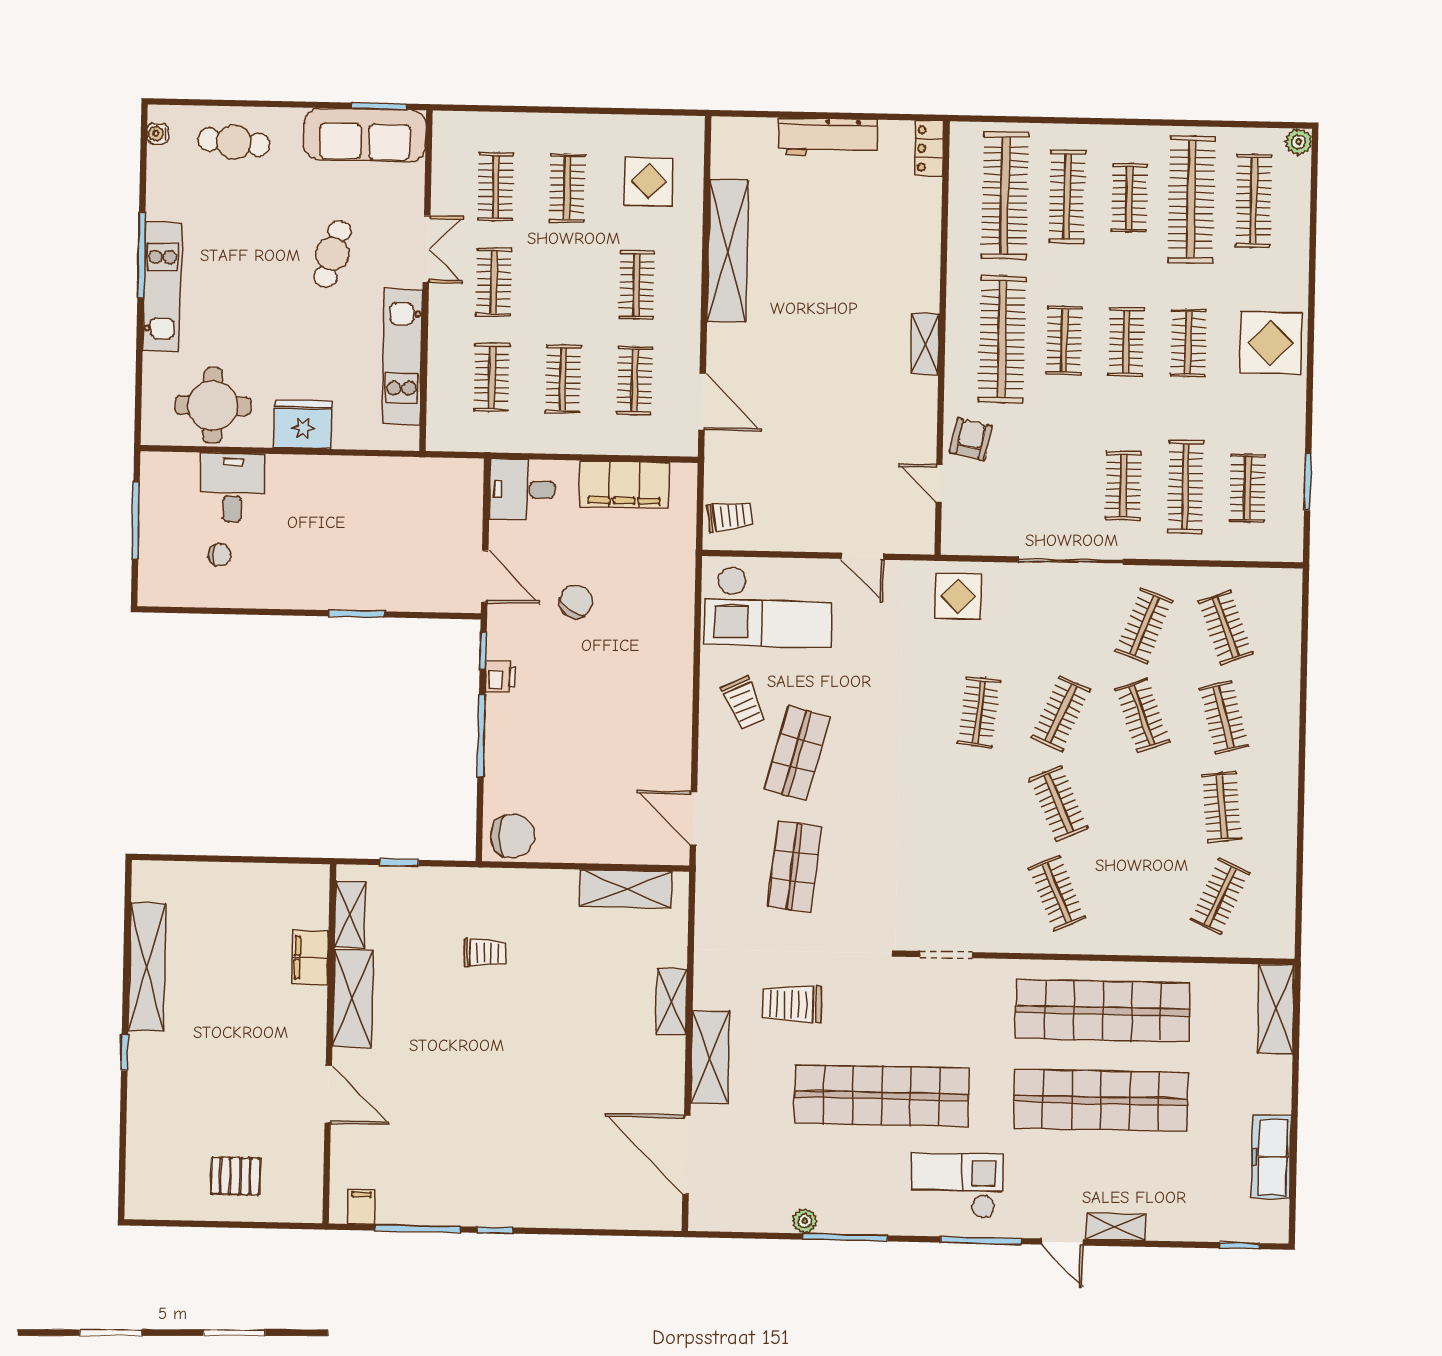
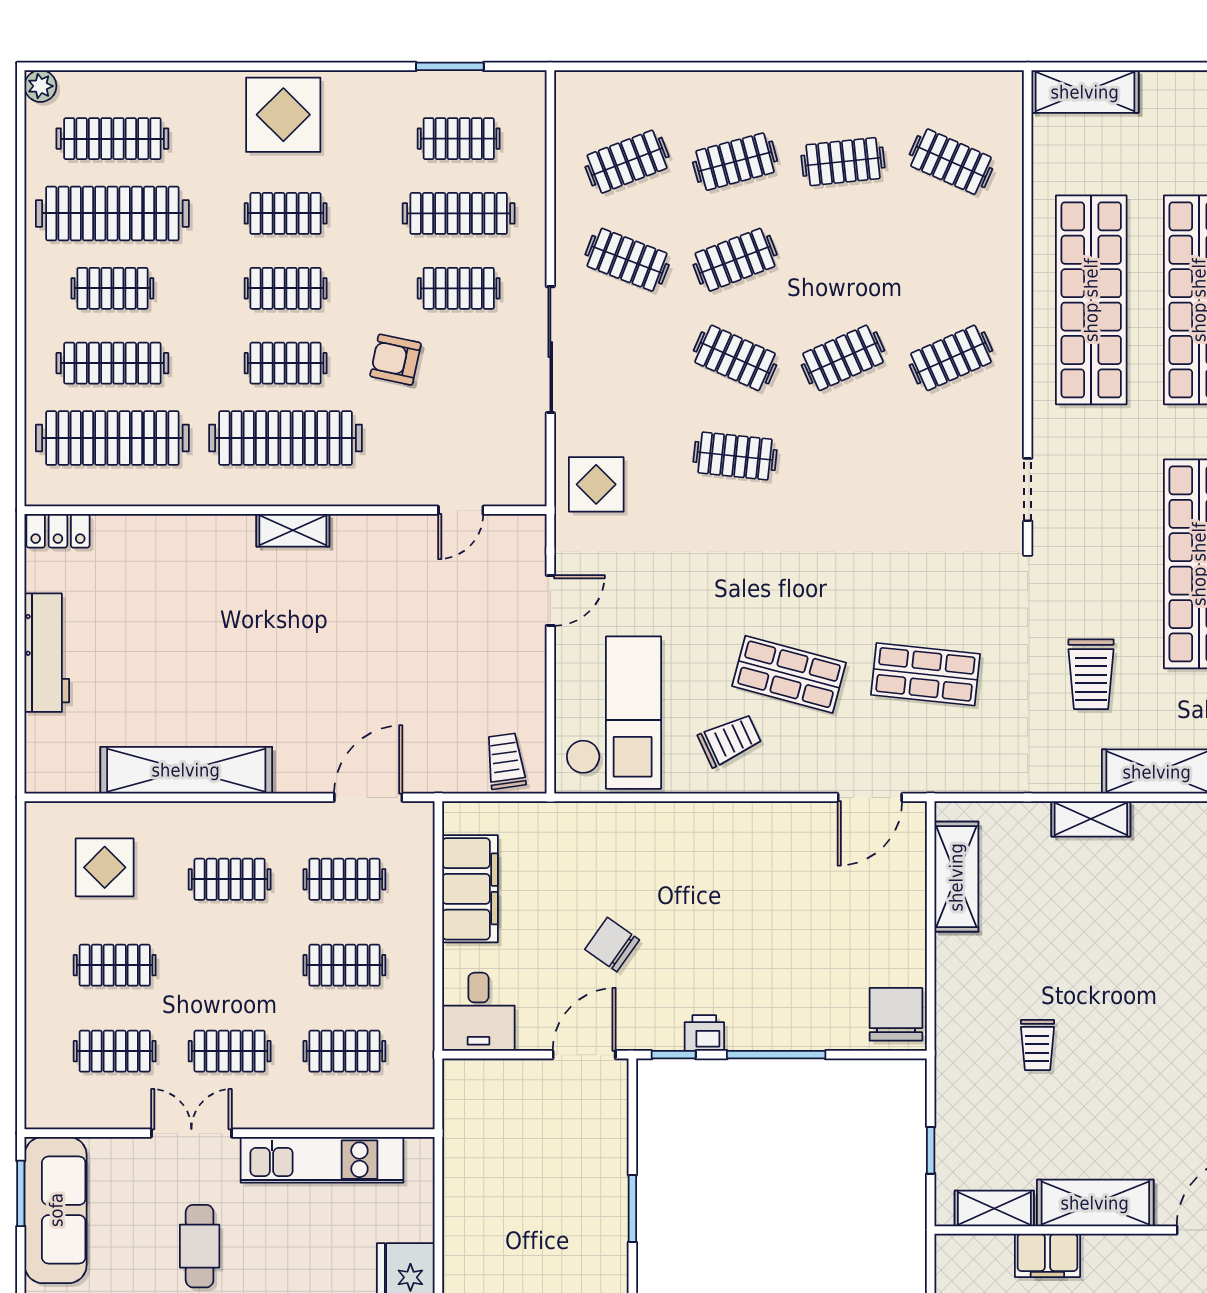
cafe table: (333, 254) -> (200, 1246), turned 74
armchair: (971, 439) -> (395, 360), moved
trolley: (485, 953) -> (1037, 1045), turned 180

